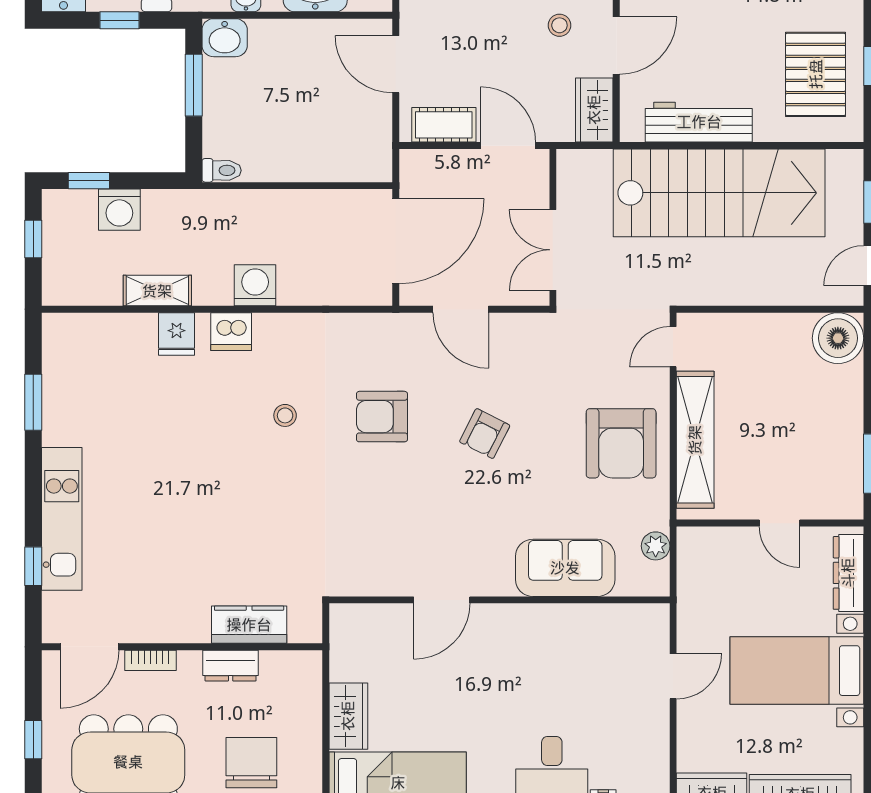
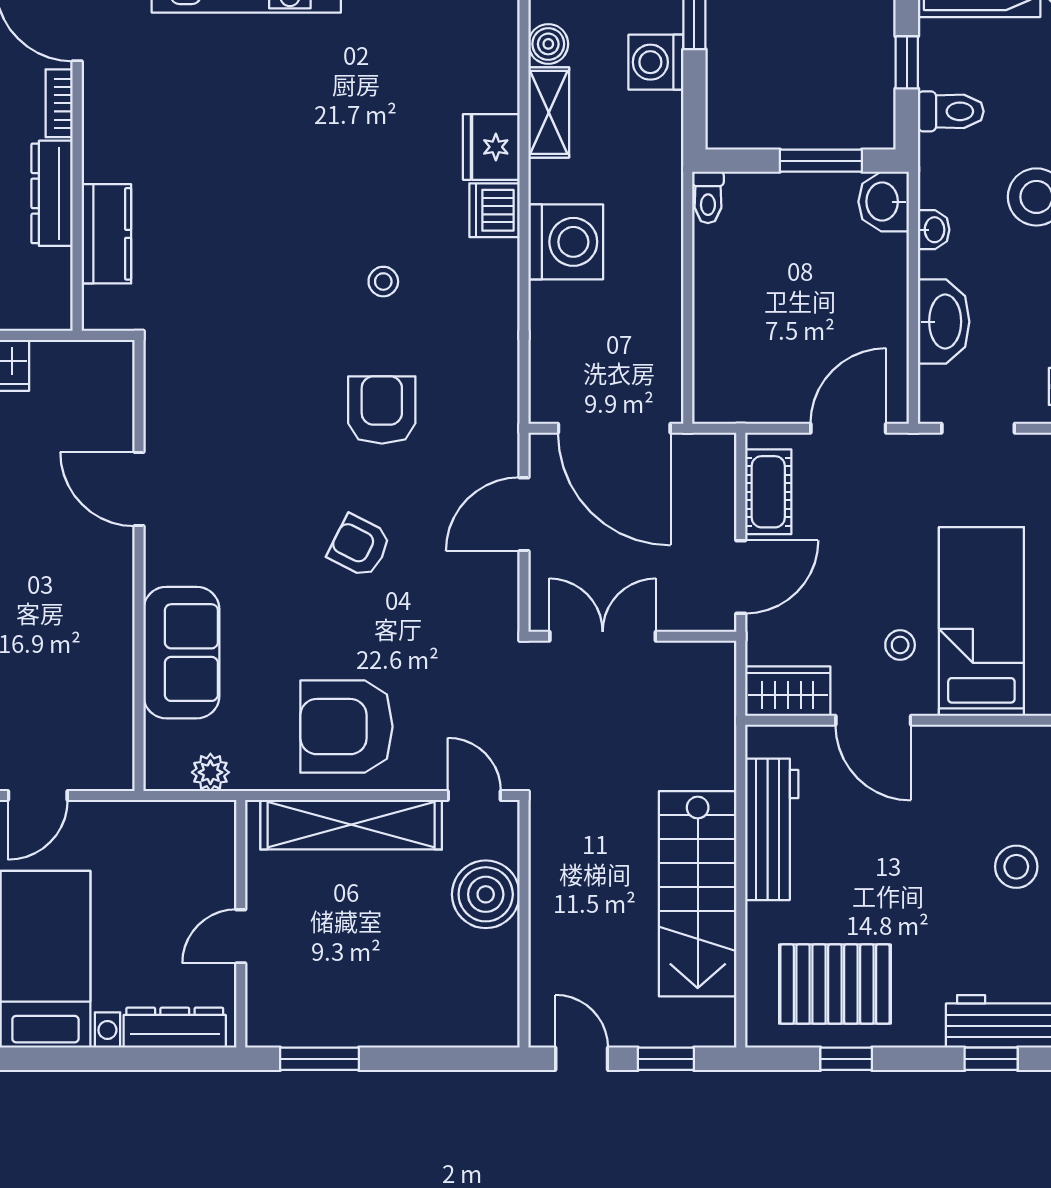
stairs: (719, 193) -> (698, 894), width x0.73, depth x0.66
washing machine: (255, 285) -> (566, 242), width x1.37, depth x1.37
boiler: (106, 291) -> (548, 44), added
fridge: (177, 334) -> (491, 147), width x1.38
boiler: (838, 338) -> (486, 894), moved
dresser: (231, 666) -> (52, 193), width x1.44
door: (673, 676) -> (38, 795), hinge flipped

